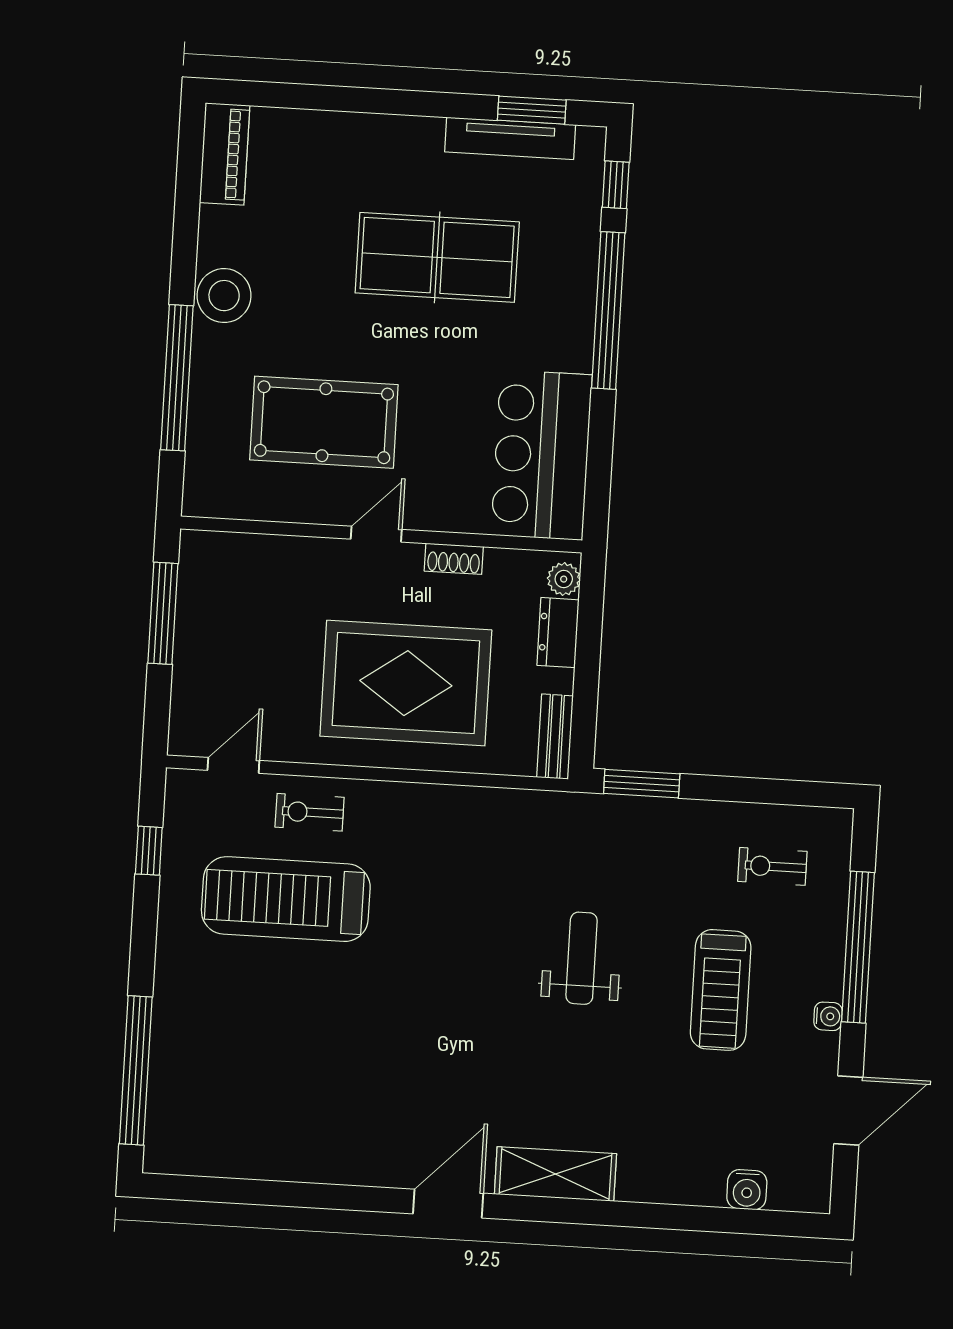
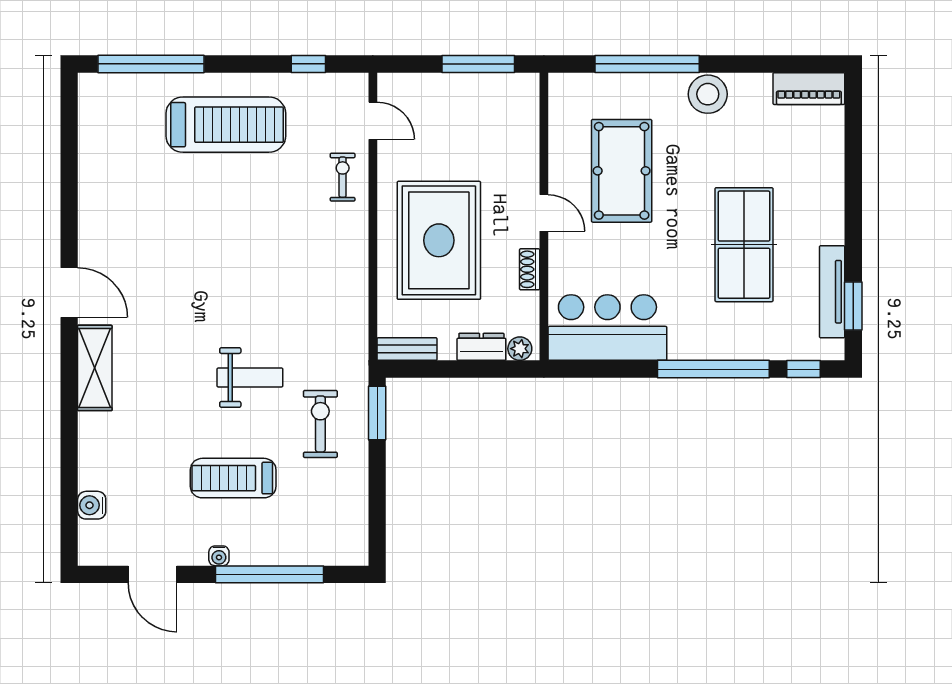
exercise bike: (772, 866) -> (320, 424), moved, width x1.38, depth x1.39
treadmill: (286, 899) -> (226, 125), moved, turned 90

